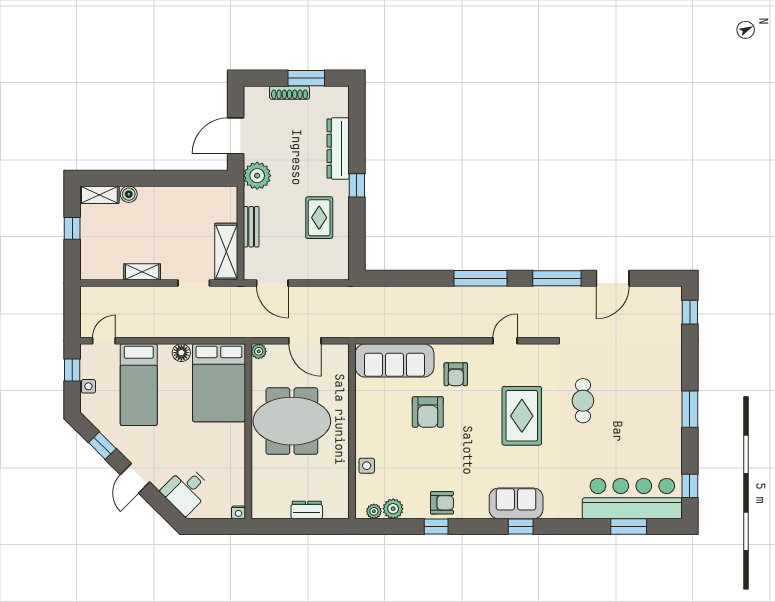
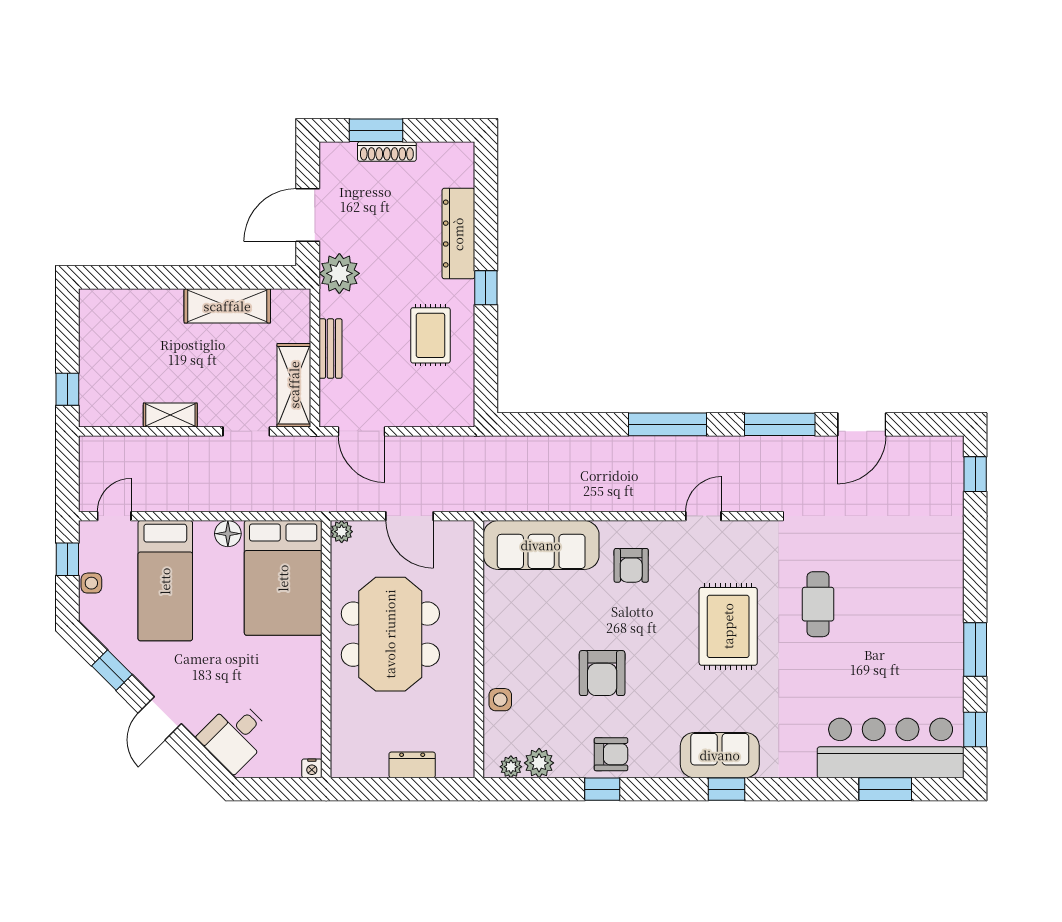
window: (306, 78) -> (376, 130), moved
boiler: (129, 194) -> (151, 301), removed
shelving: (99, 195) -> (227, 306), moved, width x1.50, depth x1.33
window: (72, 228) -> (67, 389), moved
window: (690, 409) -> (975, 650), moved
armchair: (428, 412) -> (602, 673), moved
meeting table: (292, 421) -> (390, 634), turned 90

